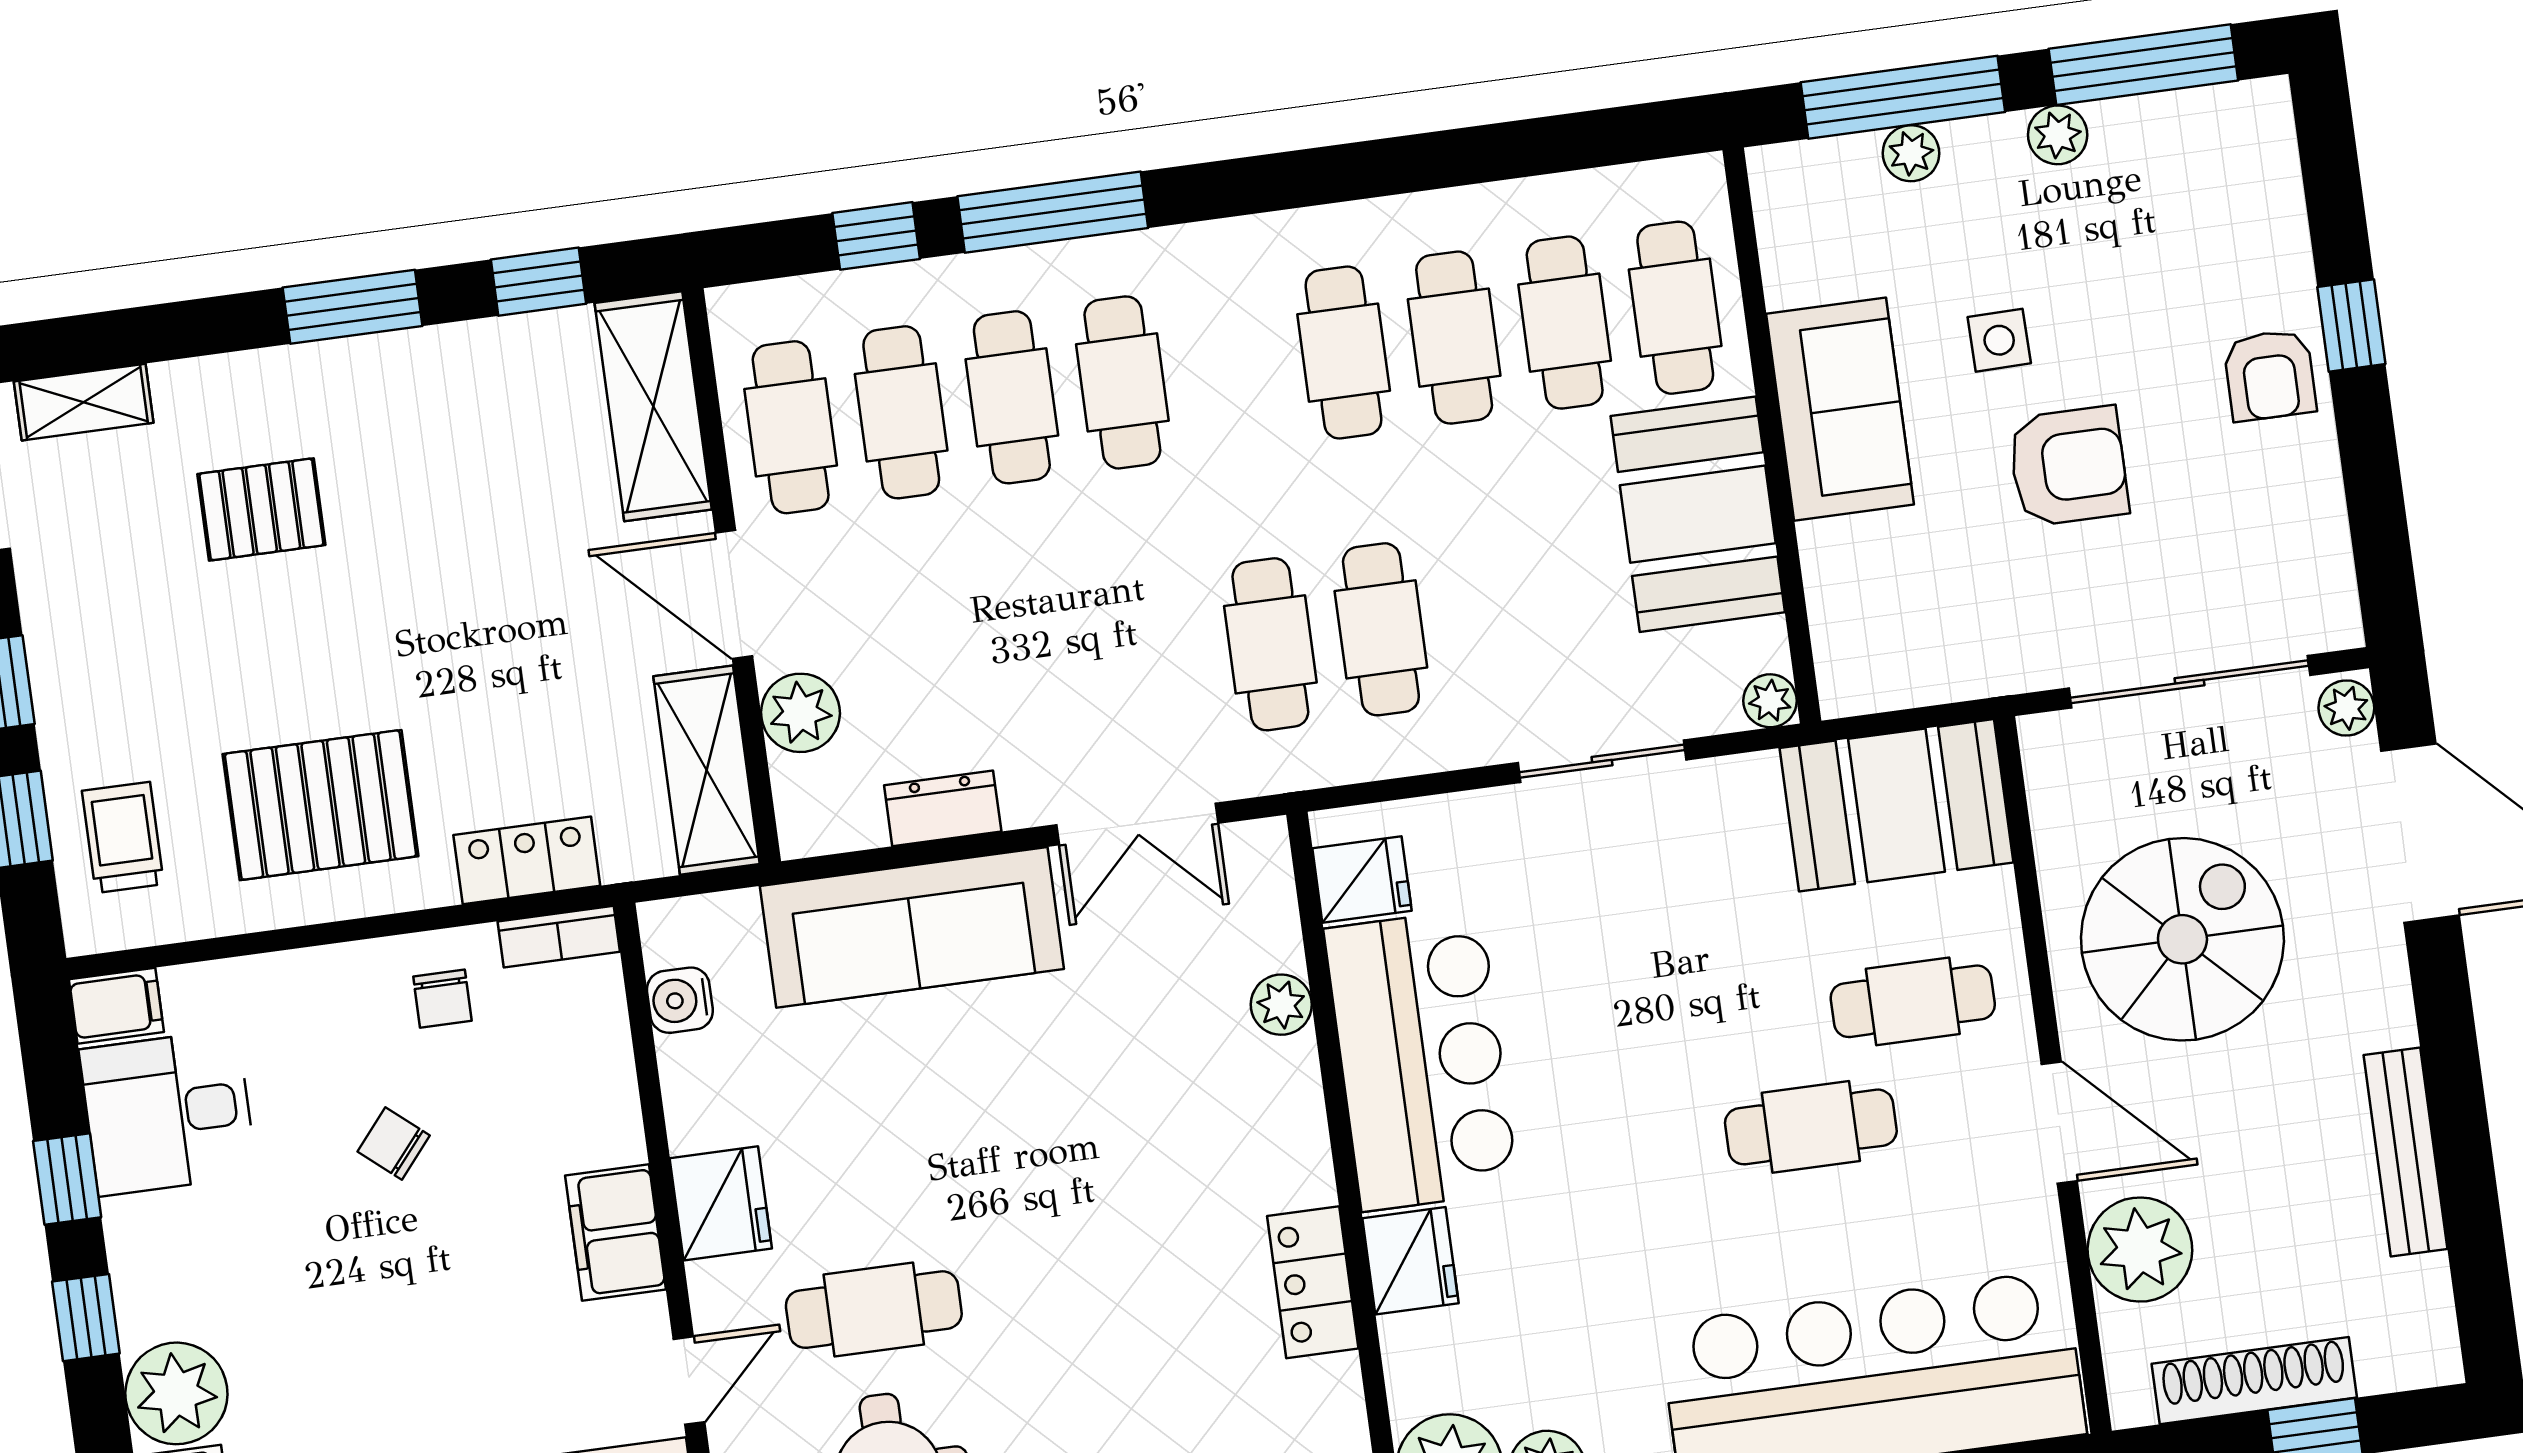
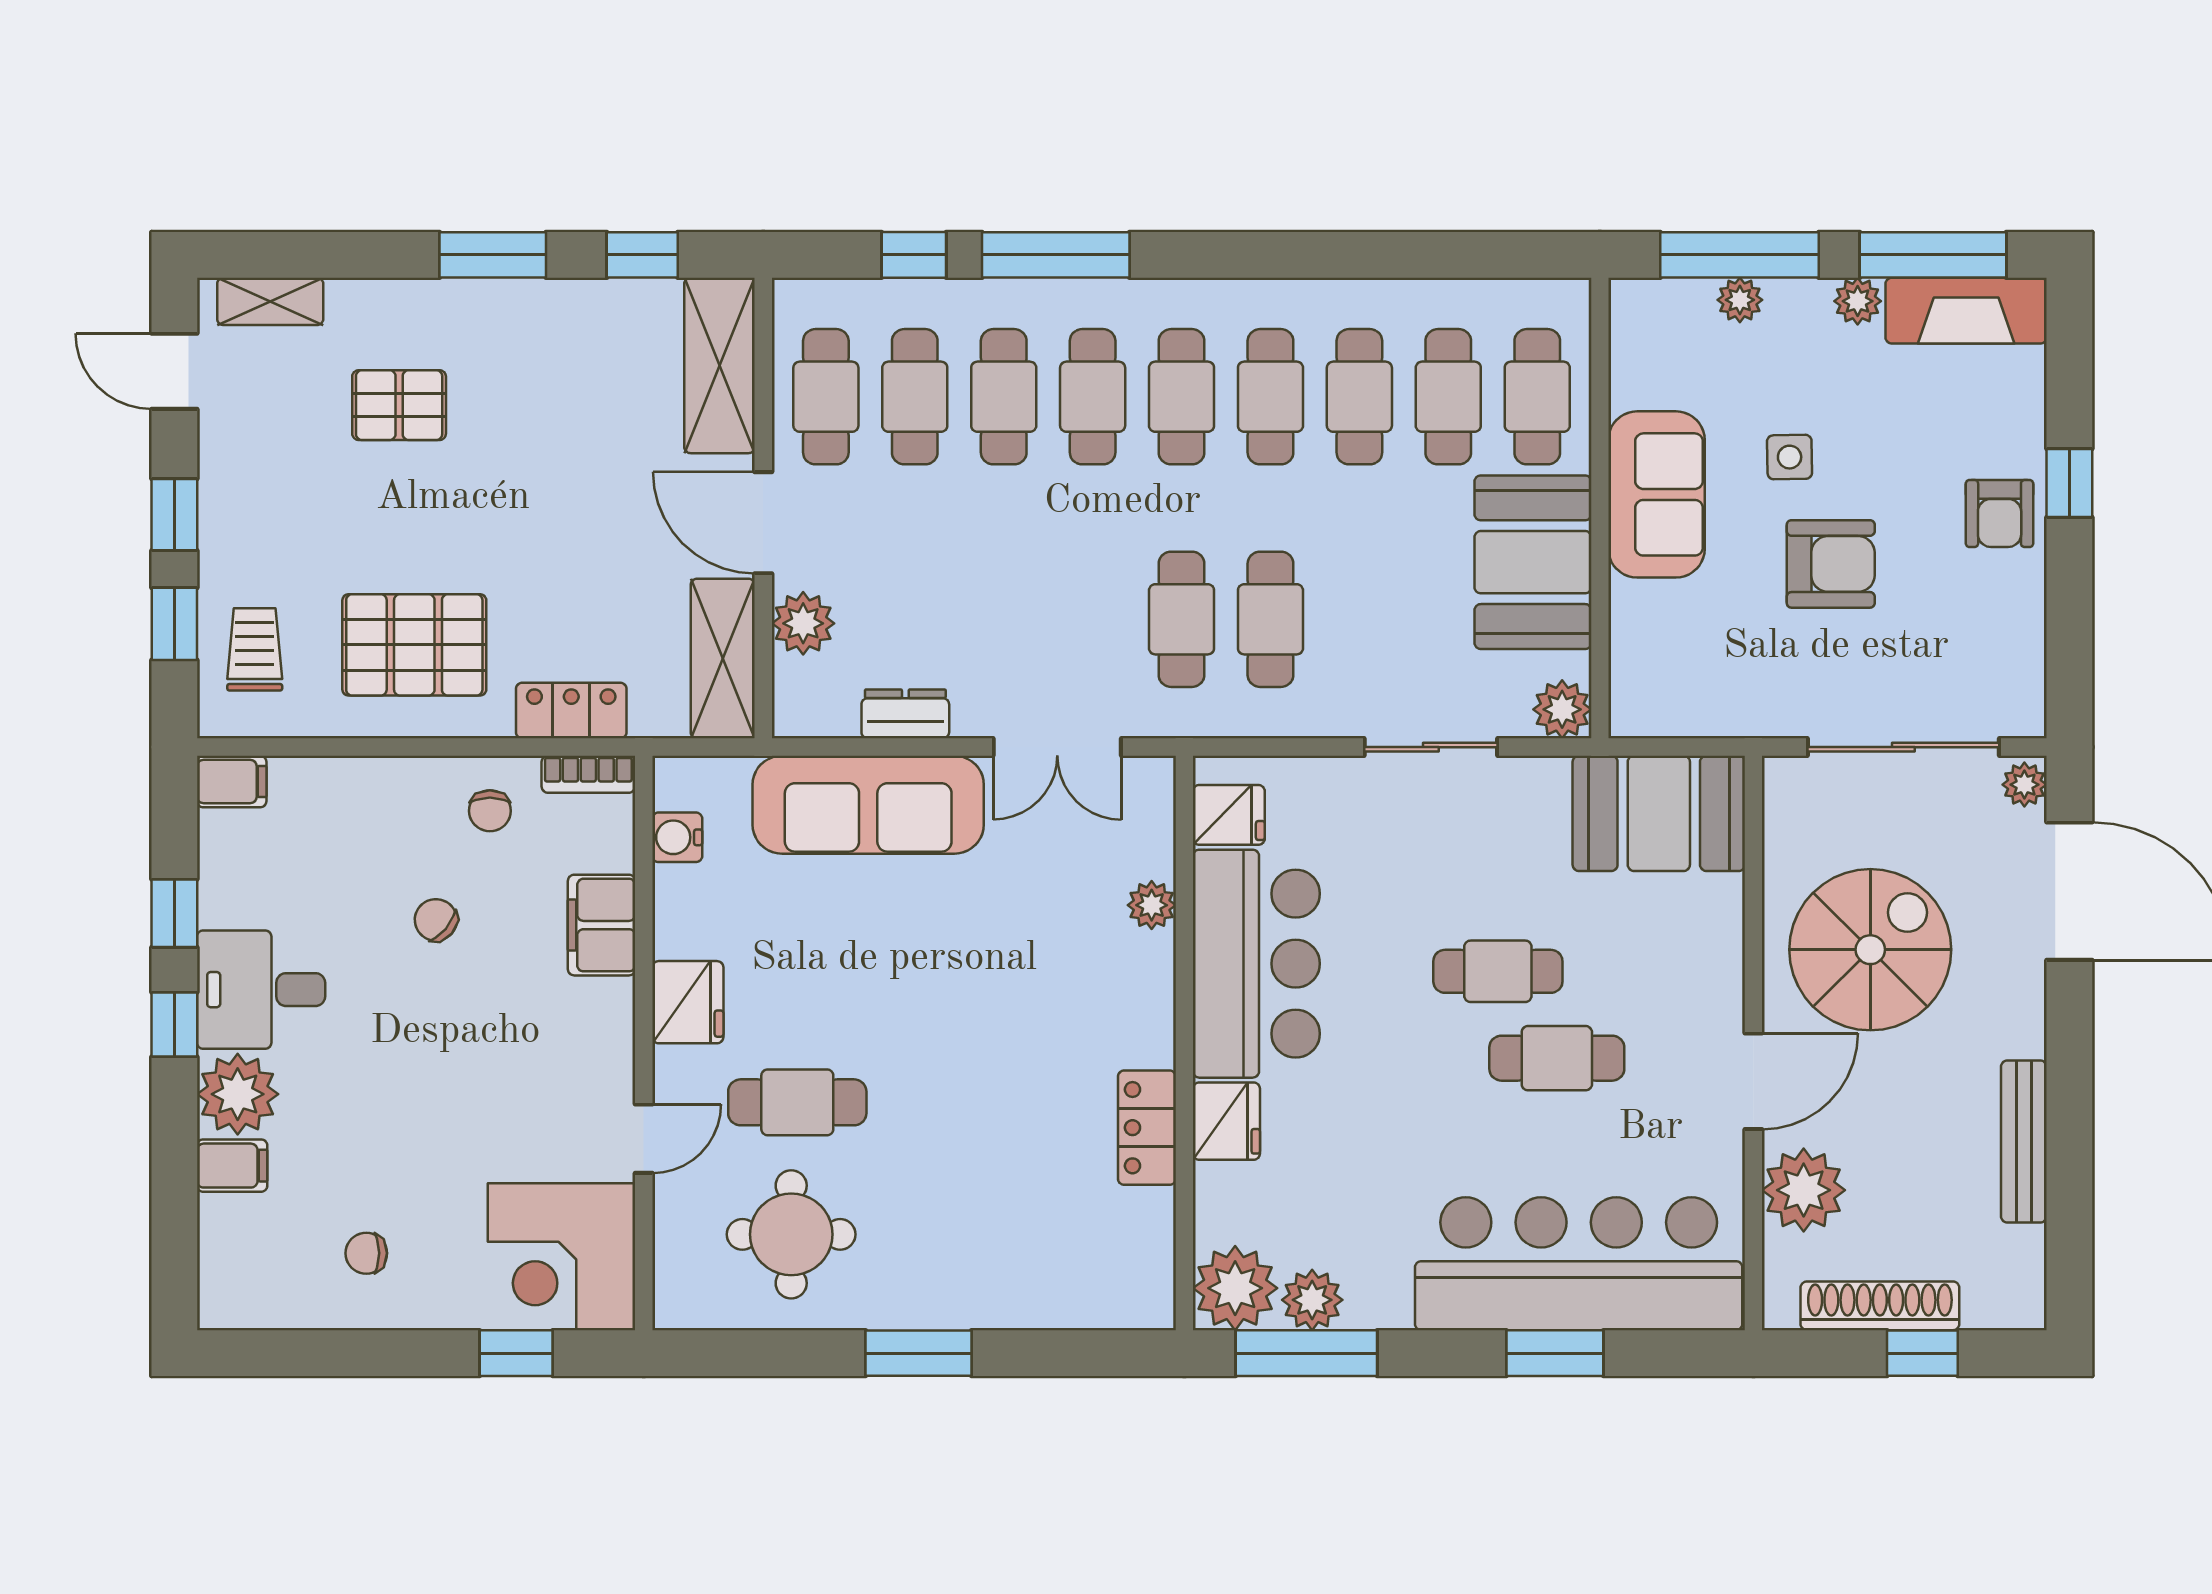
fireplace: (2194, 129) -> (1966, 311), added
cafe table: (1233, 367) -> (1182, 397), added
plant: (1770, 701) -> (1562, 709), width x1.38, depth x1.38
cafe table: (1913, 1001) -> (1498, 971), moved
desk: (168, 1112) -> (261, 990), moved
door: (2059, 1123) -> (1753, 1081), hinge flipped
filing cabinet: (616, 1232) -> (602, 925), moved

